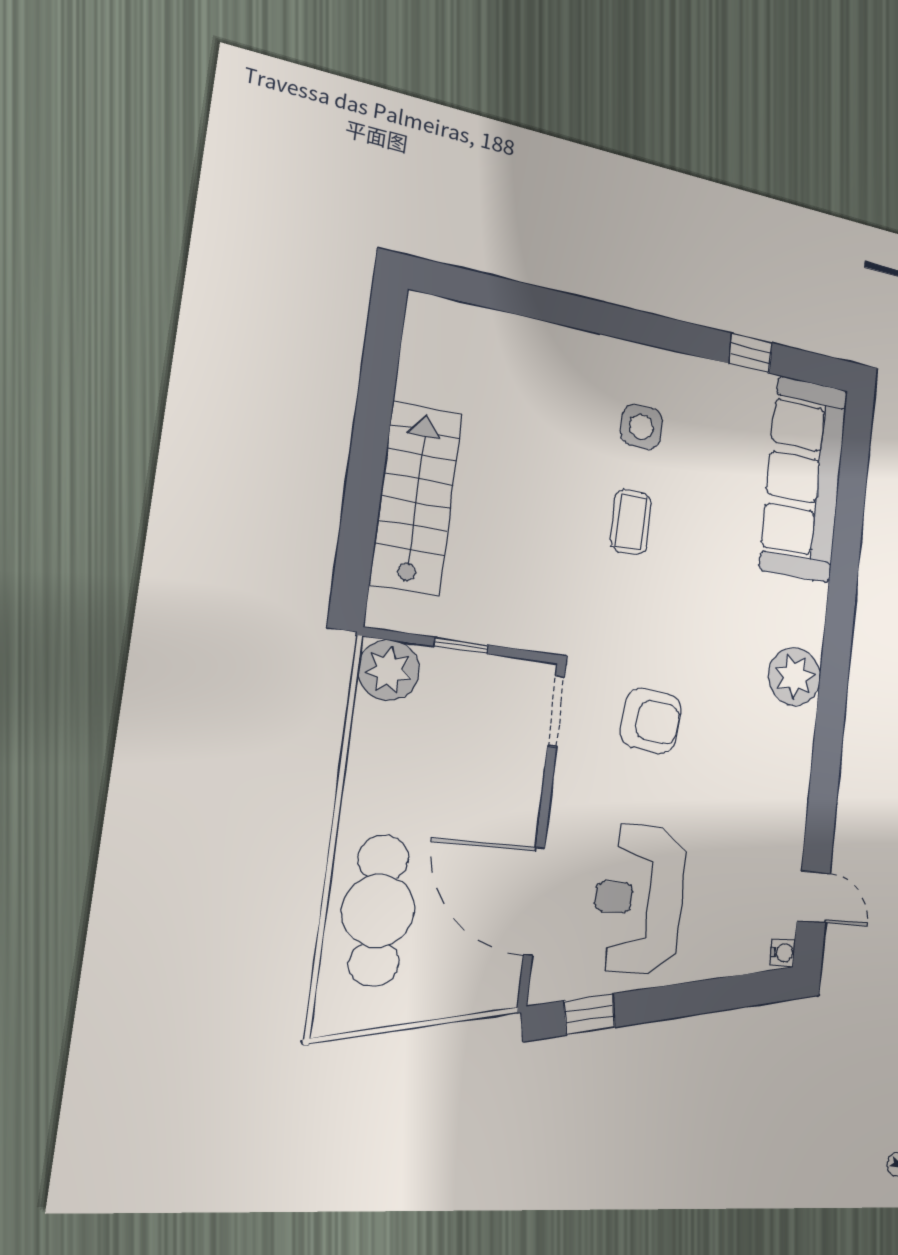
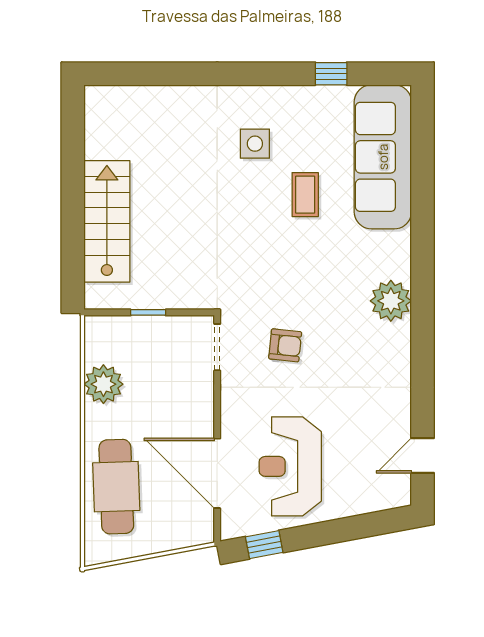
coffee table: (631, 522) -> (305, 195), moved
plant: (389, 670) -> (103, 384), moved
armchair: (651, 721) -> (285, 345), width x0.72, depth x0.72
door: (813, 897) -> (423, 455), swing flipped
water cooler: (783, 953) -> (402, 496), removed

